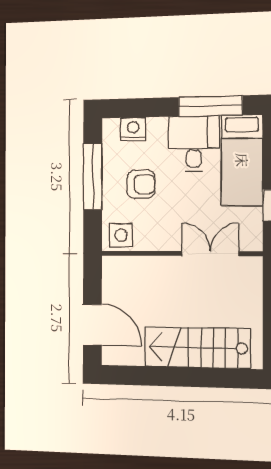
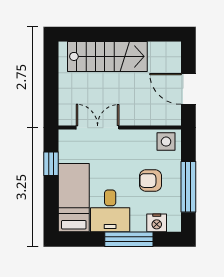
window: (210, 106) -> (129, 239), moved
double door: (210, 254) -> (98, 128), swing flipped
door: (92, 325) -> (188, 89), moved

